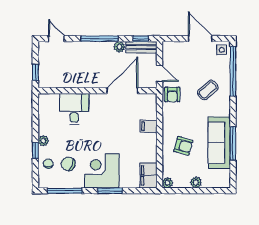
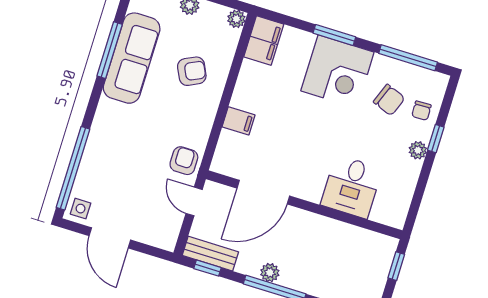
plant: (119, 47) -> (270, 273), moved
coffee table: (208, 90) -> (124, 150), removed
armchair: (183, 146) -> (192, 71), turned 138

